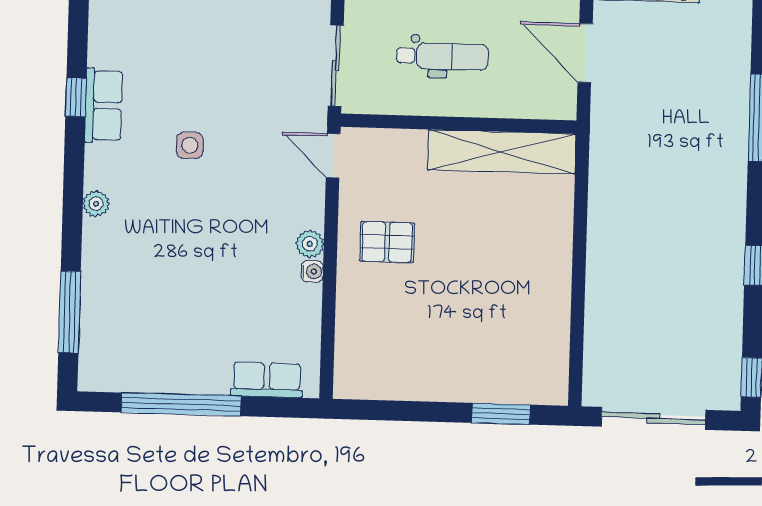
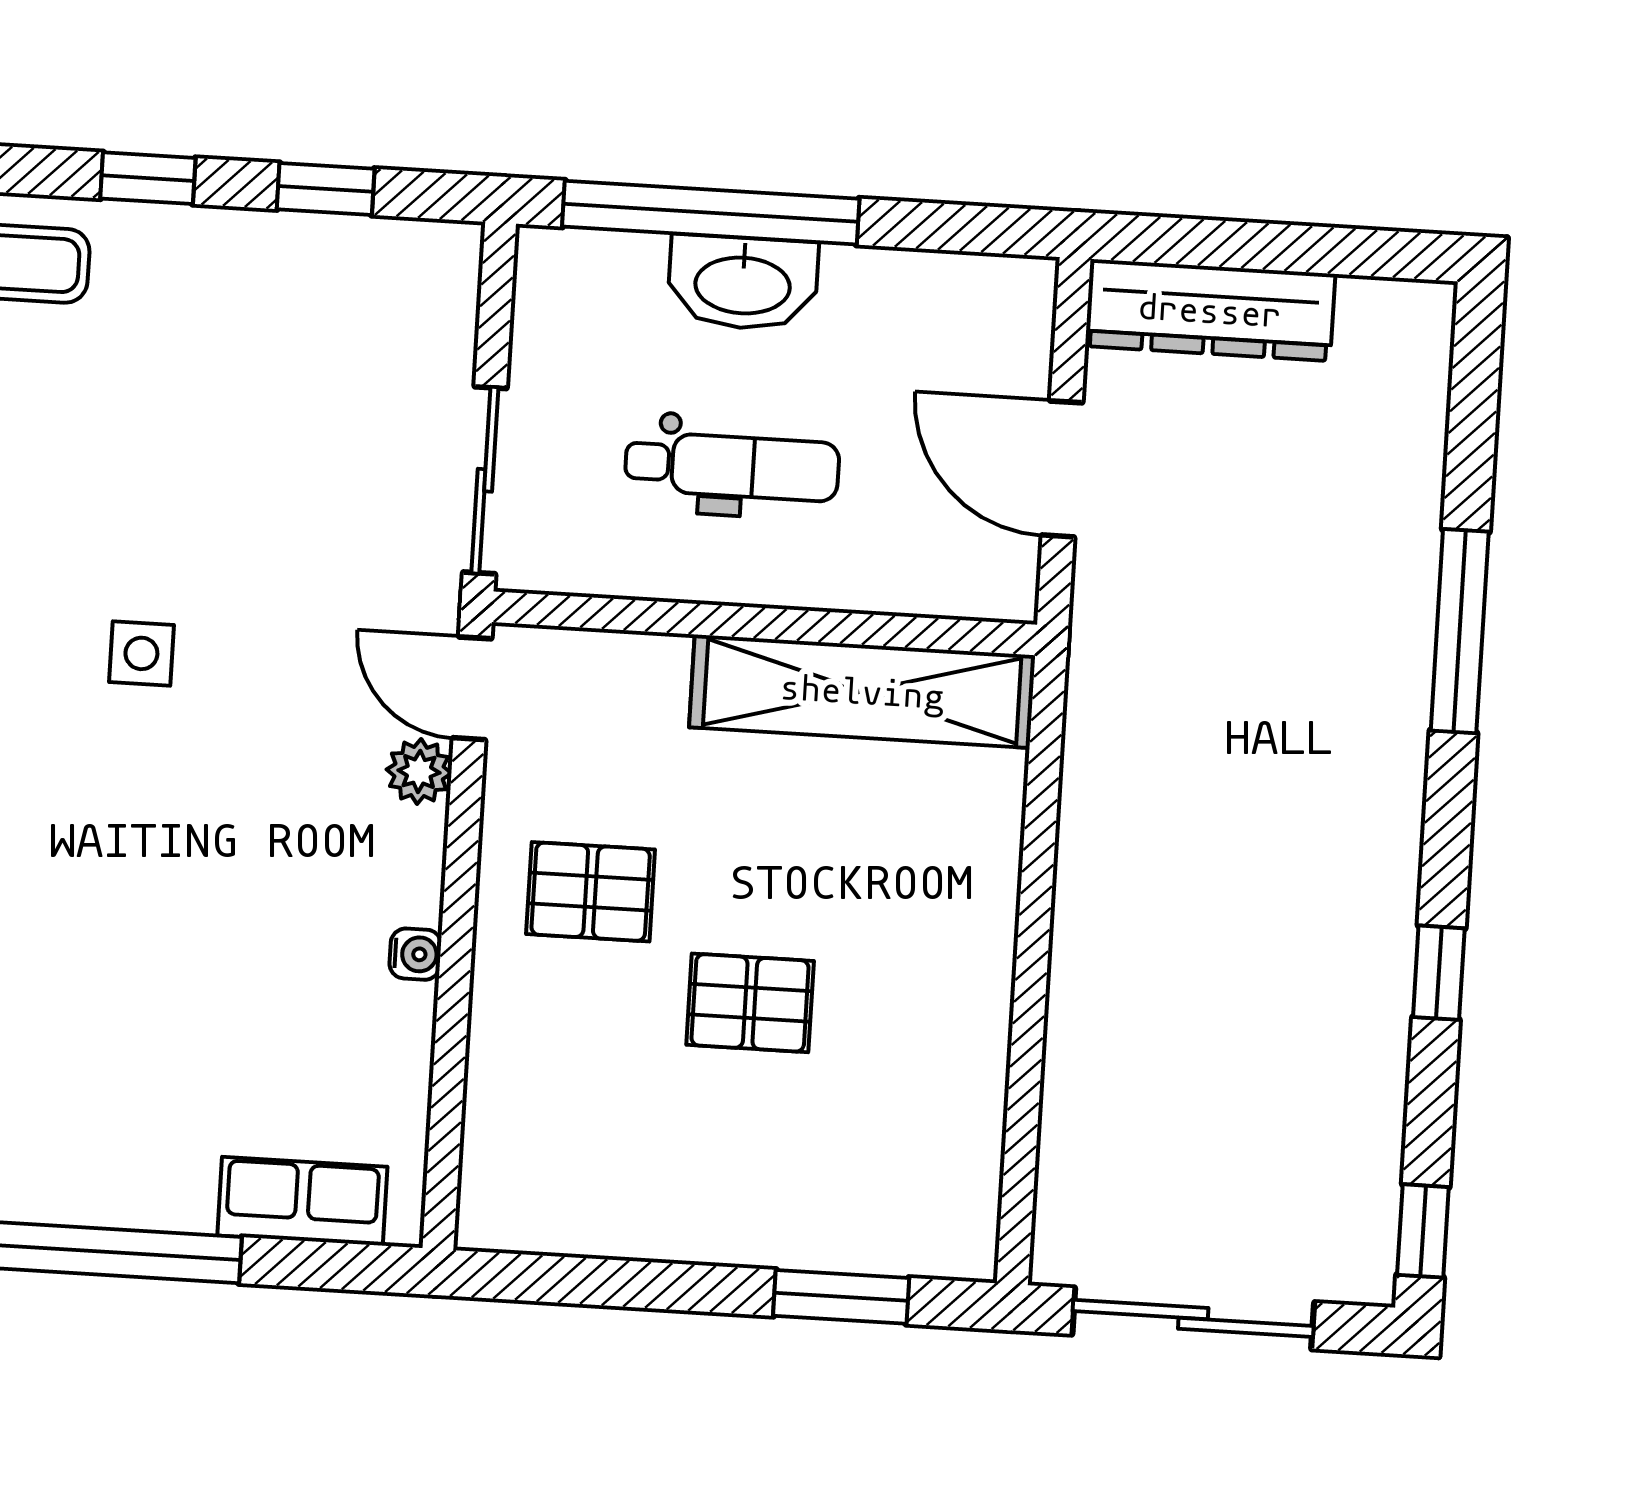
plant: (310, 244) -> (419, 771), moved
pallet: (457, 288) -> (750, 1003), added

